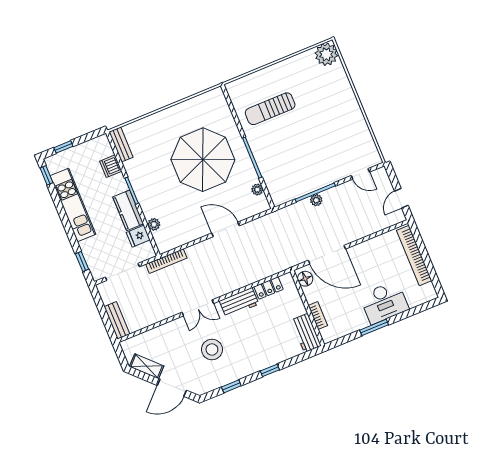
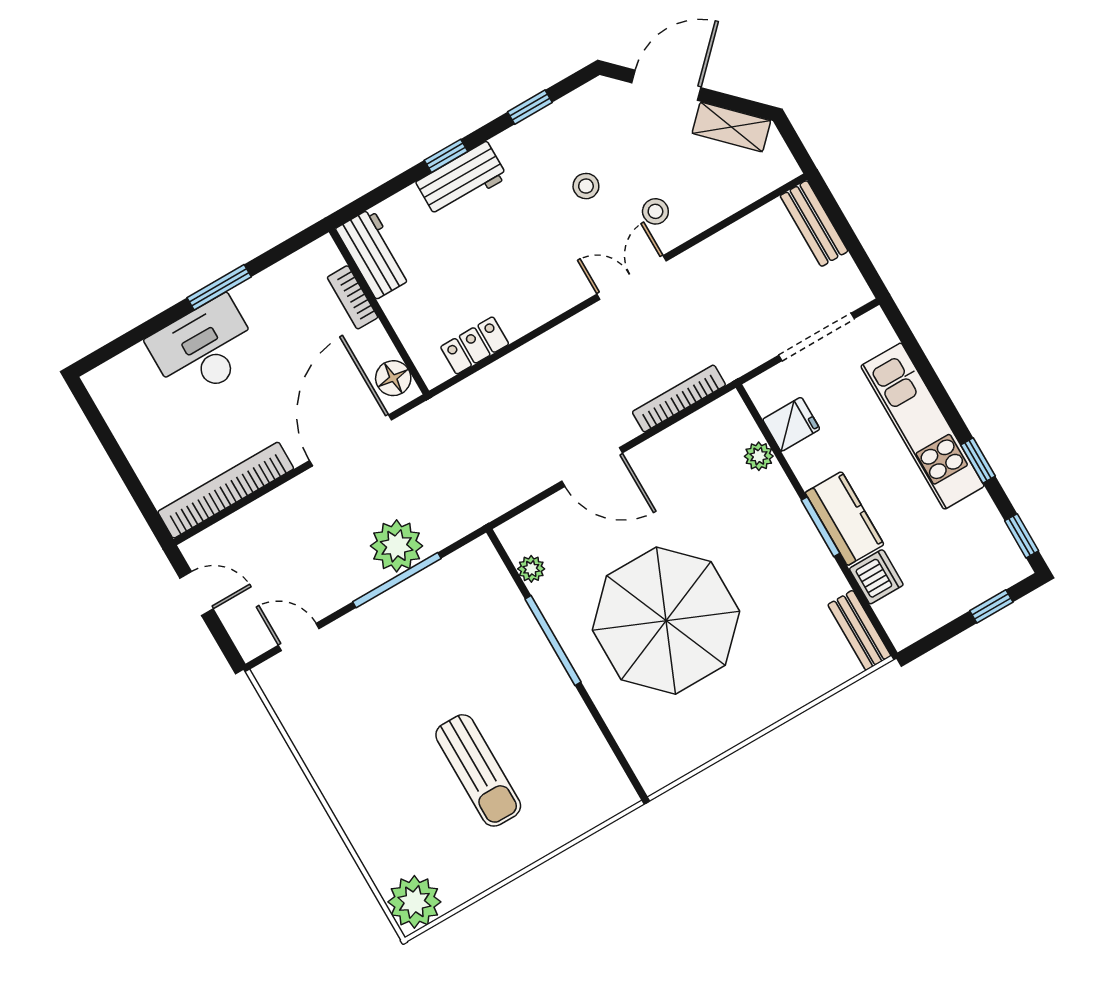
sun lounger: (270, 109) -> (478, 770), moved, turned 90
door: (401, 198) -> (197, 594), hinge flipped
plant: (316, 200) -> (397, 546), width x1.88, depth x1.88
kitchen unit: (73, 205) -> (923, 426), moved
kitchen counter: (128, 210) -> (844, 519), moved
door: (327, 255) -> (351, 440), hinge flipped
bookcase: (414, 255) -> (226, 490), moved, turned -90
bookcase: (166, 261) -> (679, 398), moved
window: (82, 262) -> (978, 461), moved
workbench: (239, 302) -> (462, 180), moved, turned 180
stool: (184, 335) -> (655, 211), added
stool: (212, 349) -> (586, 186), width x0.53, depth x0.53

